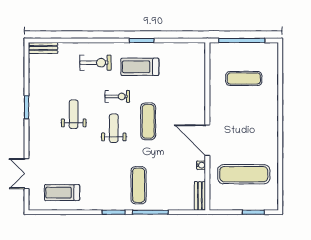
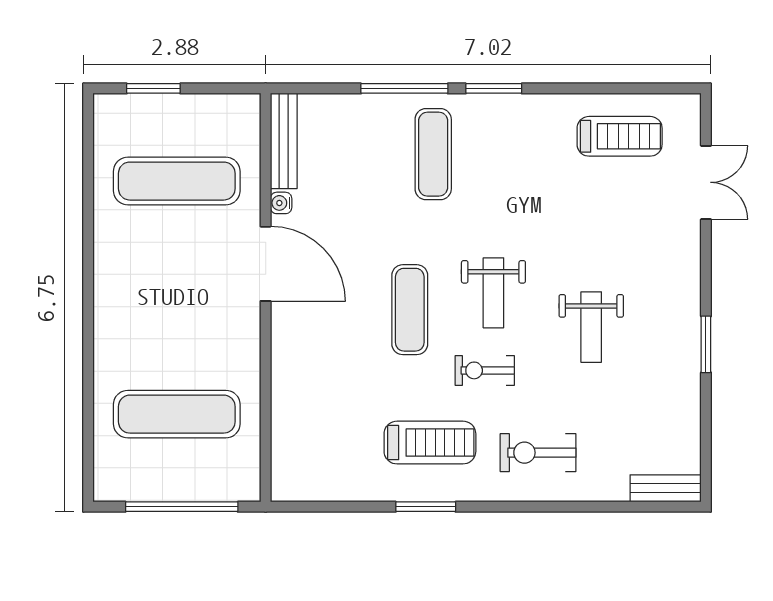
exercise mat: (244, 78) -> (177, 414), width x1.36, depth x1.45
bench: (200, 196) -> (284, 141), width x1.36

